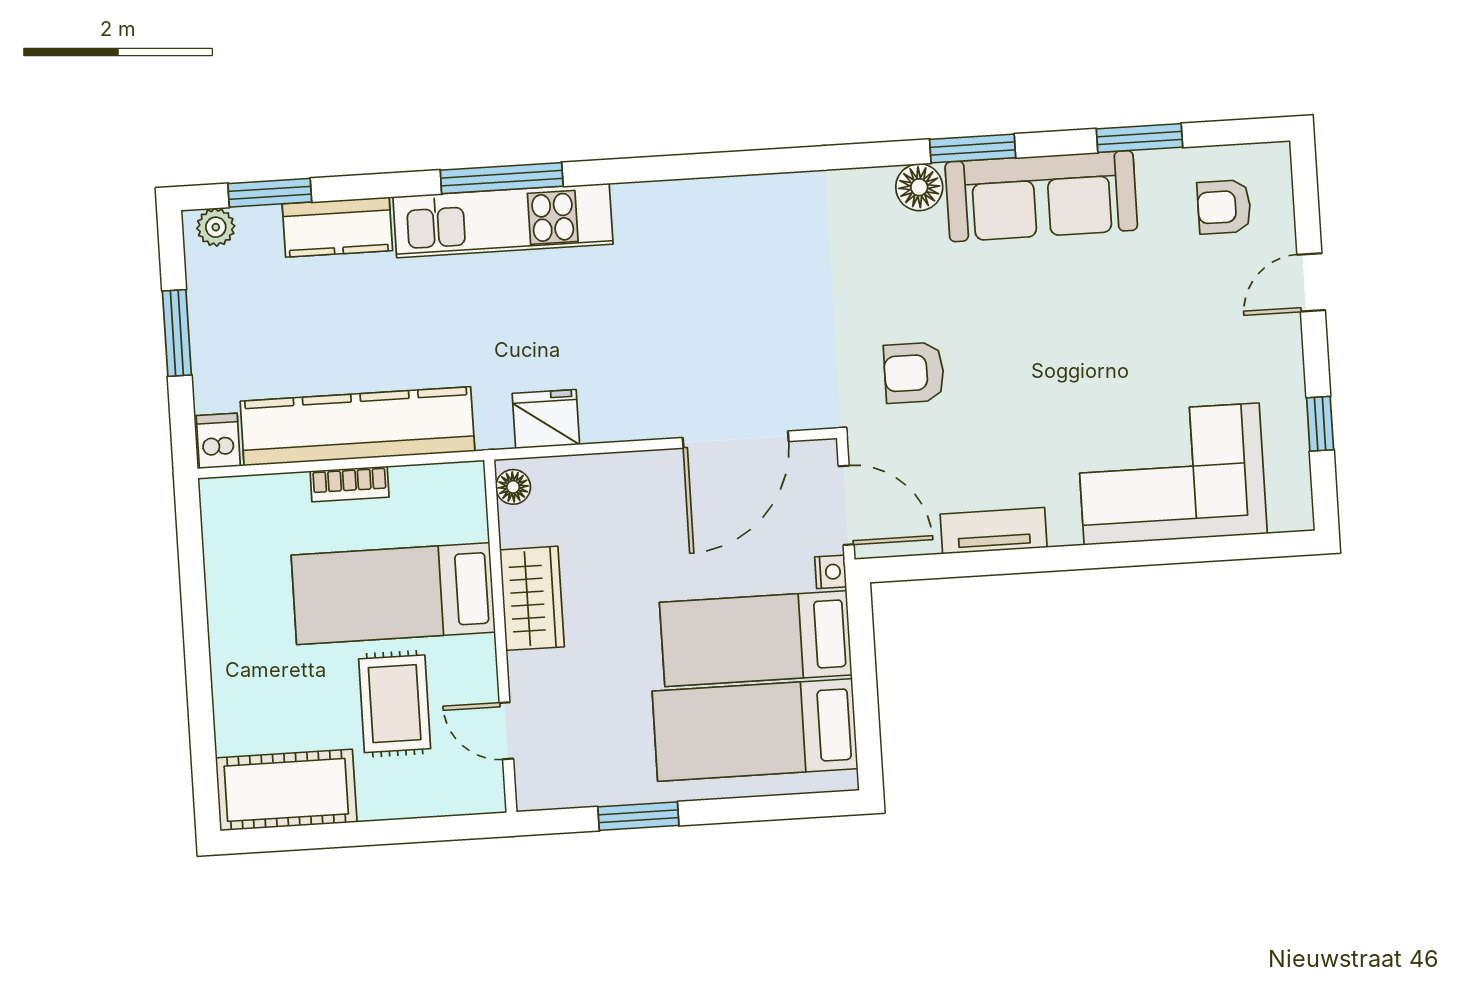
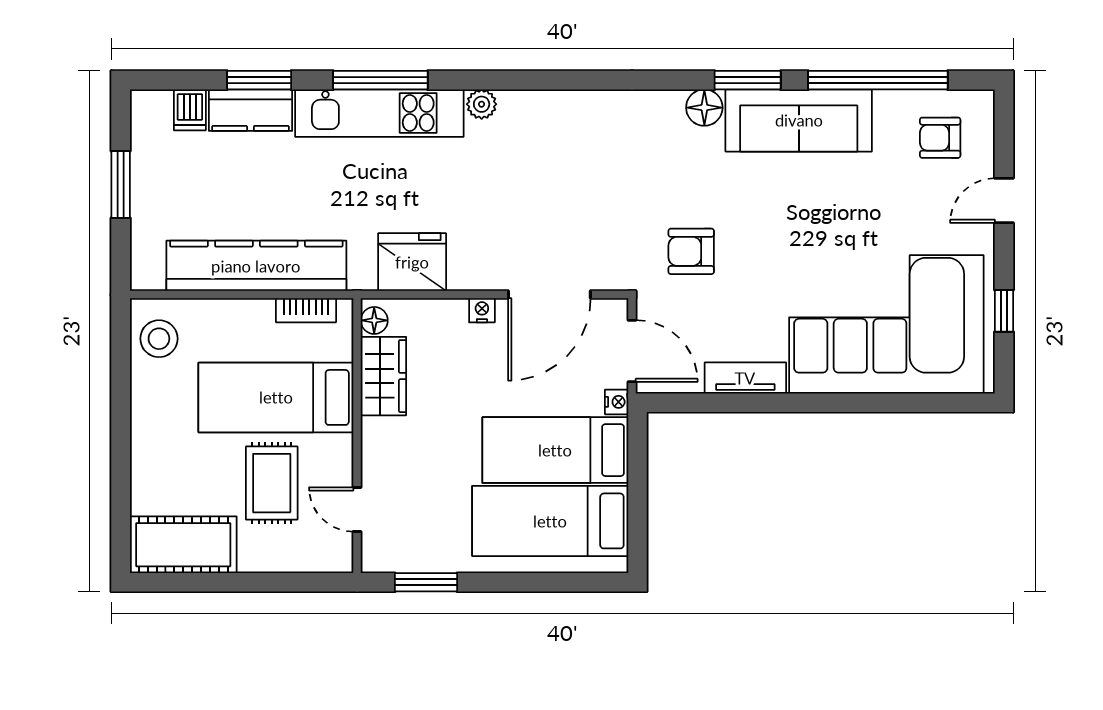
window: (1140, 138) -> (878, 80), width x2.11
window: (270, 193) -> (259, 80), moved
plant: (216, 227) -> (482, 104), moved
fridge: (546, 419) -> (412, 262), width x1.36, depth x1.34
dishwasher: (218, 441) -> (190, 110), moved, turned 180
nightstand: (650, 465) -> (482, 310), added
corner sofa: (1172, 474) -> (886, 324), width x1.36, depth x1.36
bookcase: (350, 484) -> (306, 310), moved
stool: (238, 528) -> (159, 339), added
wardrobe: (532, 598) -> (383, 376), moved
window: (638, 816) -> (426, 582), moved

